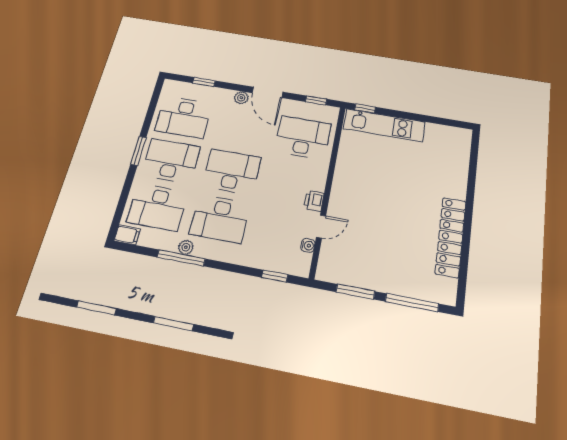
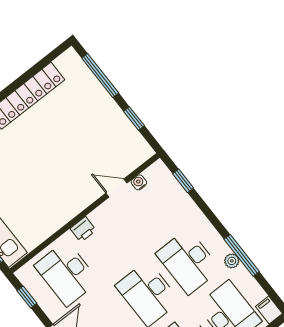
printer: (314, 201) -> (83, 229), moved
desk: (220, 219) -> (188, 262), turned 180
window: (355, 292) -> (134, 118), width x0.67

